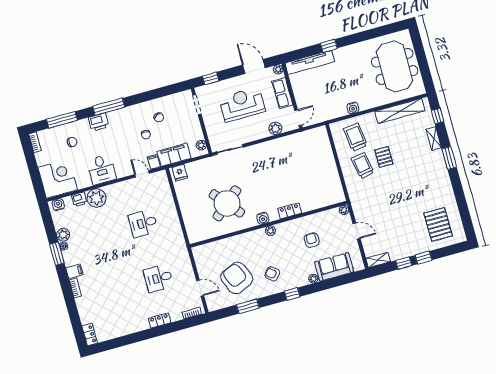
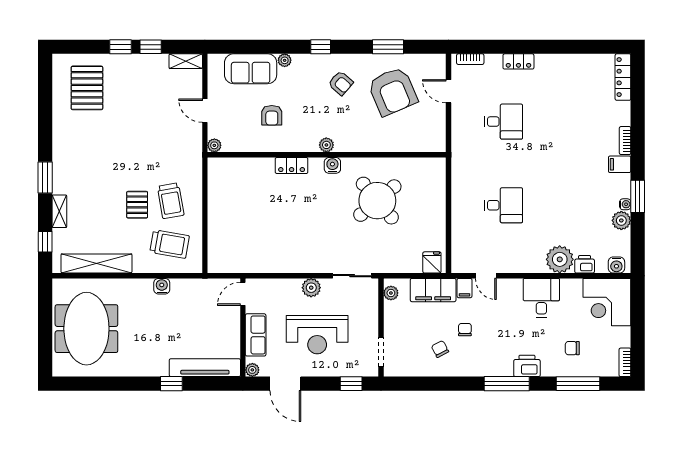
plant: (275, 128) -> (311, 288), moved
trolley: (355, 137) -> (170, 244), turned -73
locker: (90, 334) -> (623, 77), width x1.53

